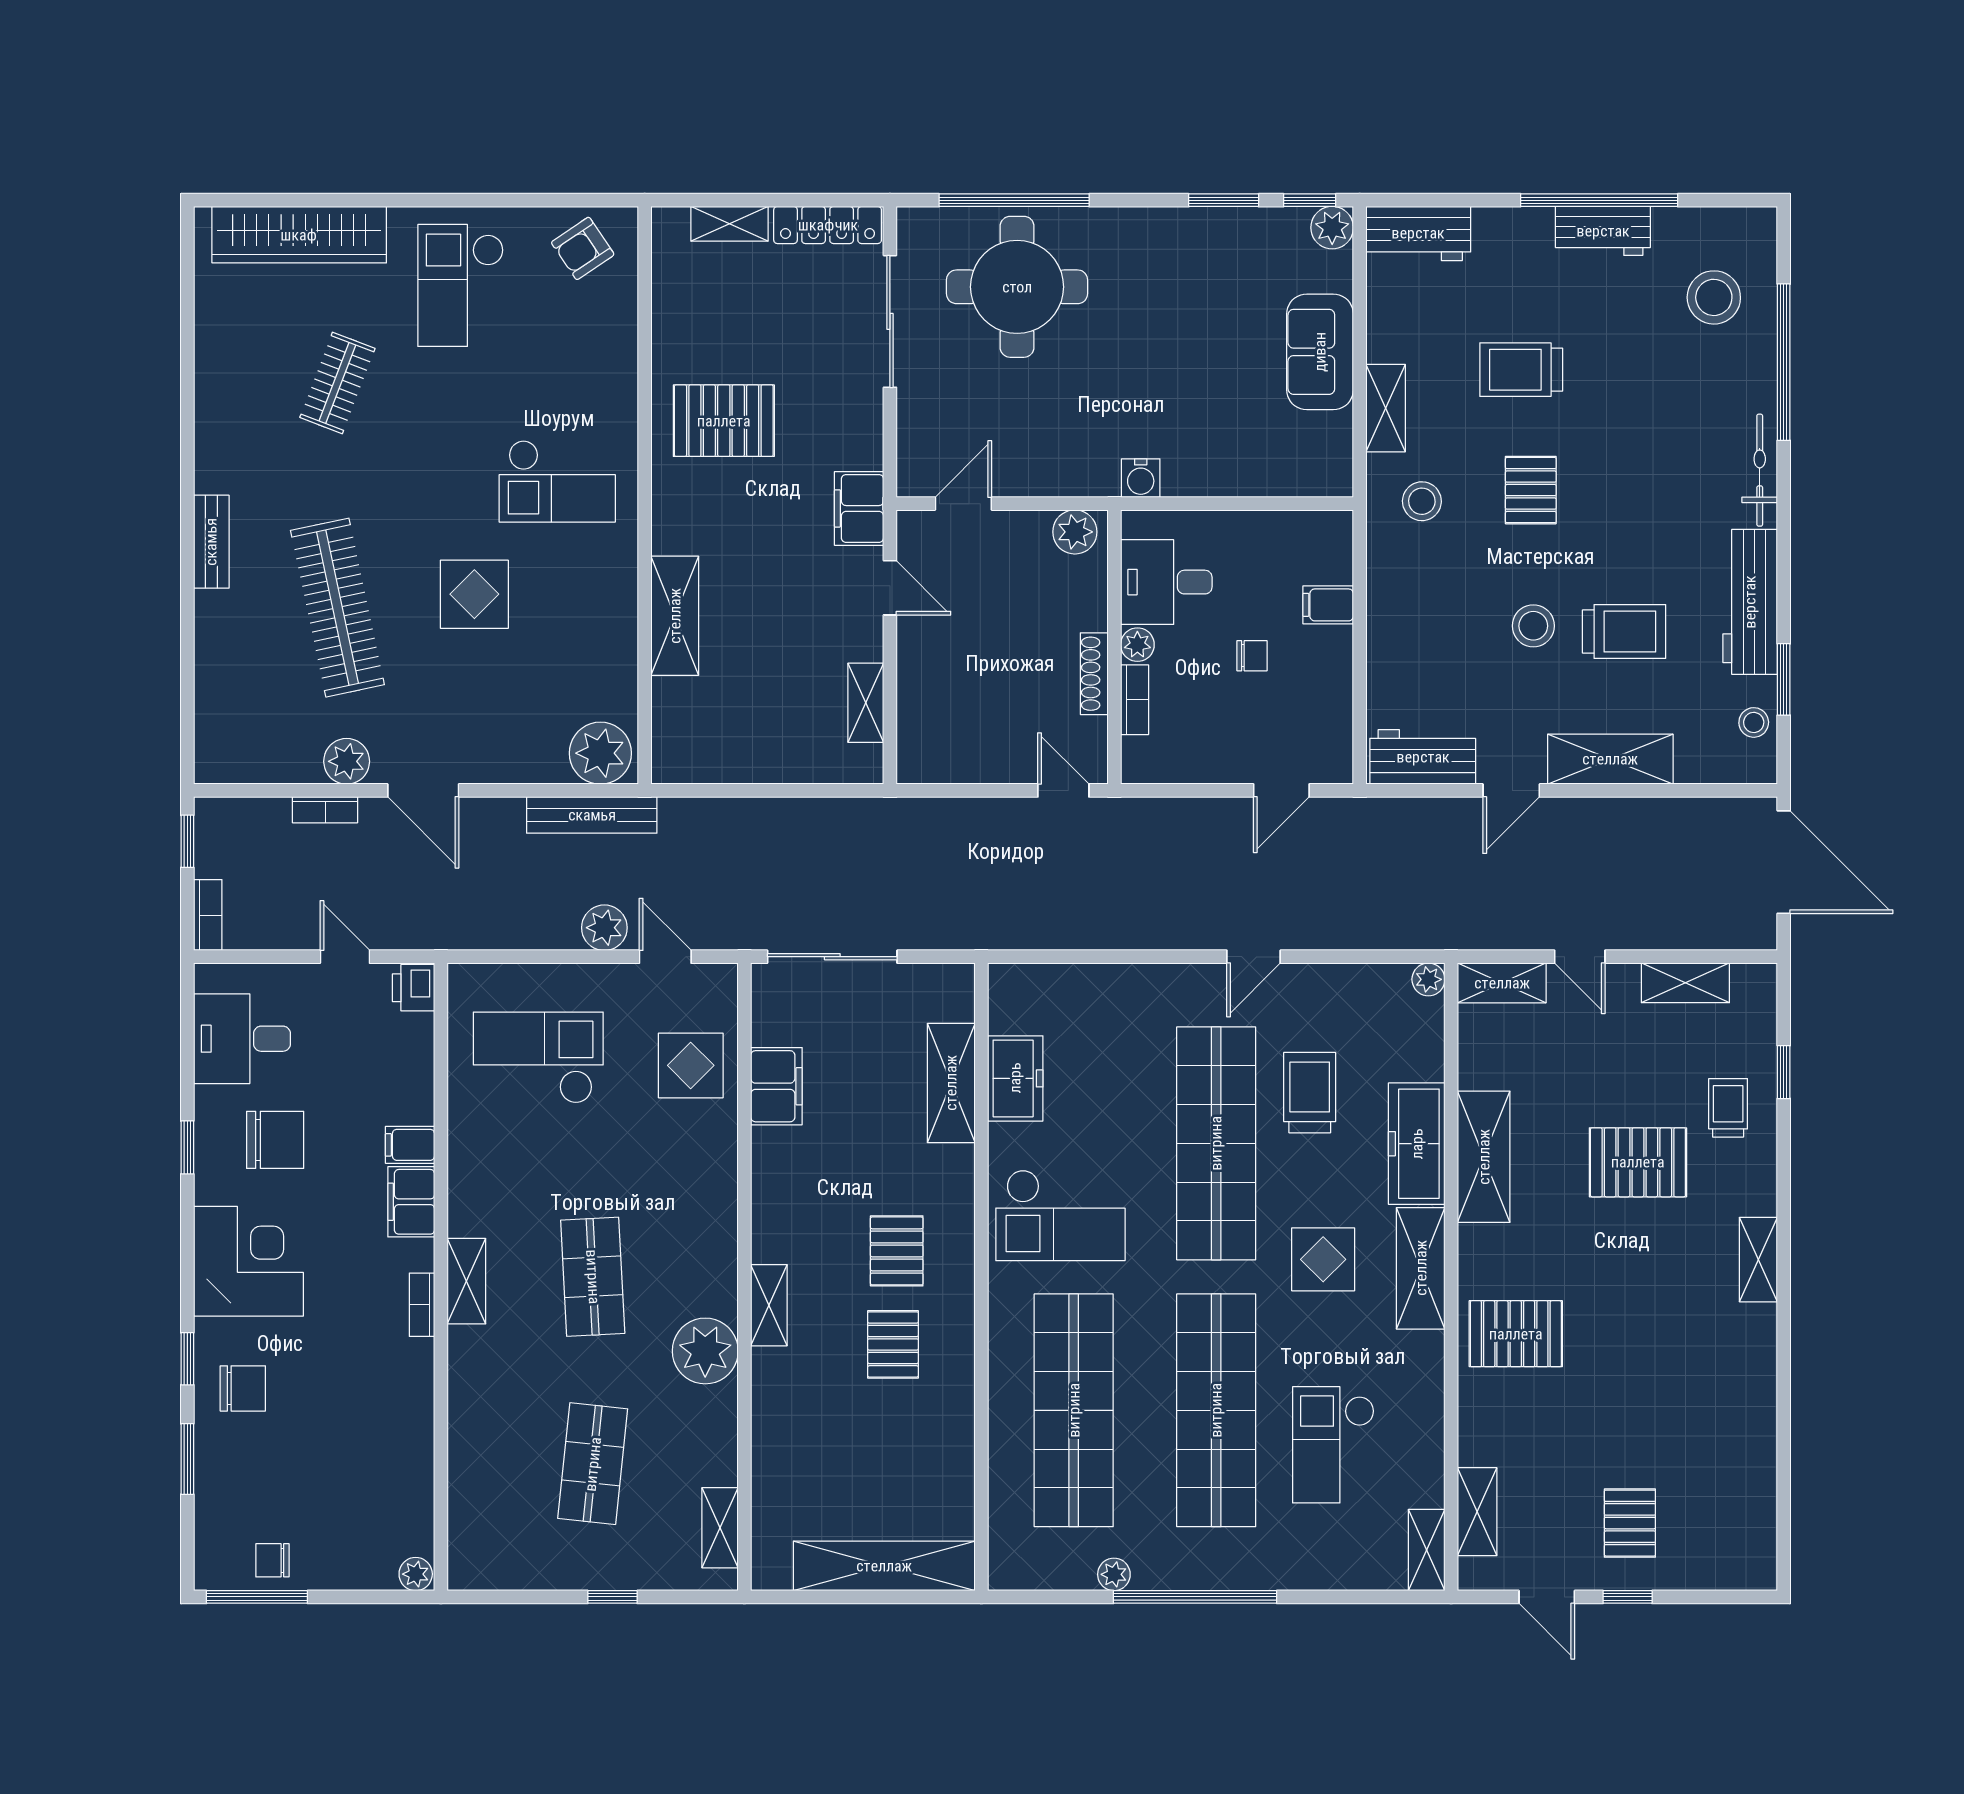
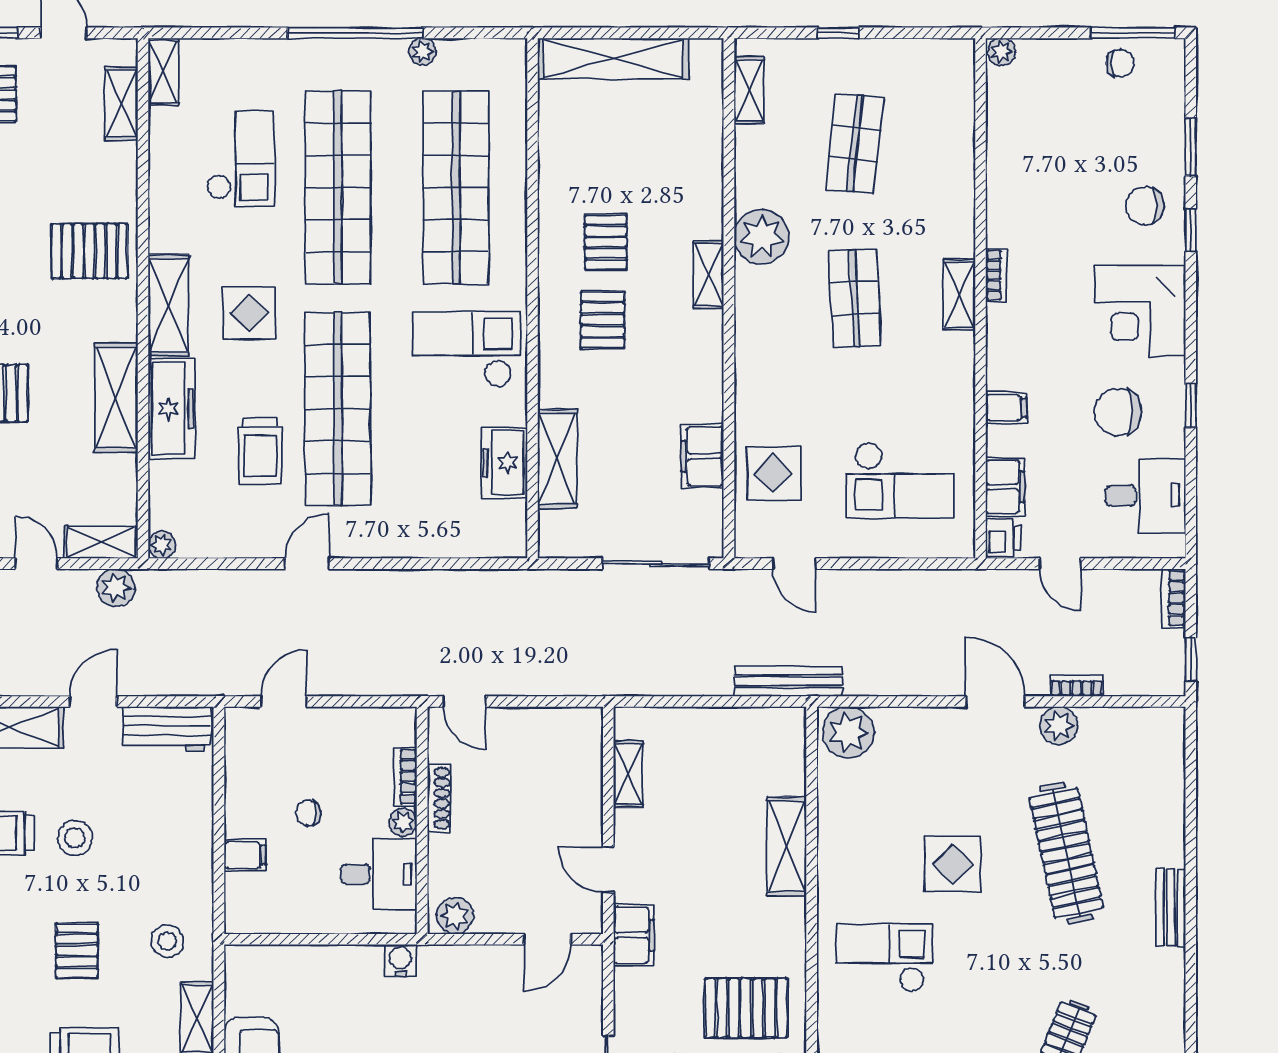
bench: (592, 815) -> (788, 681), moved
plant: (604, 928) -> (116, 588), moved
filing cabinet: (411, 1202) -> (1005, 487), moved

